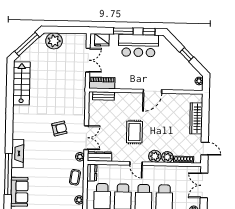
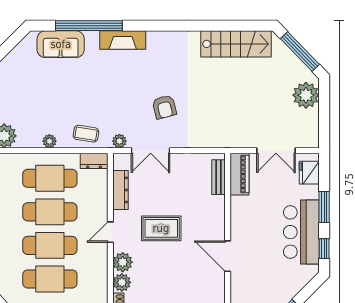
dresser: (100, 156) -> (120, 190), moved

